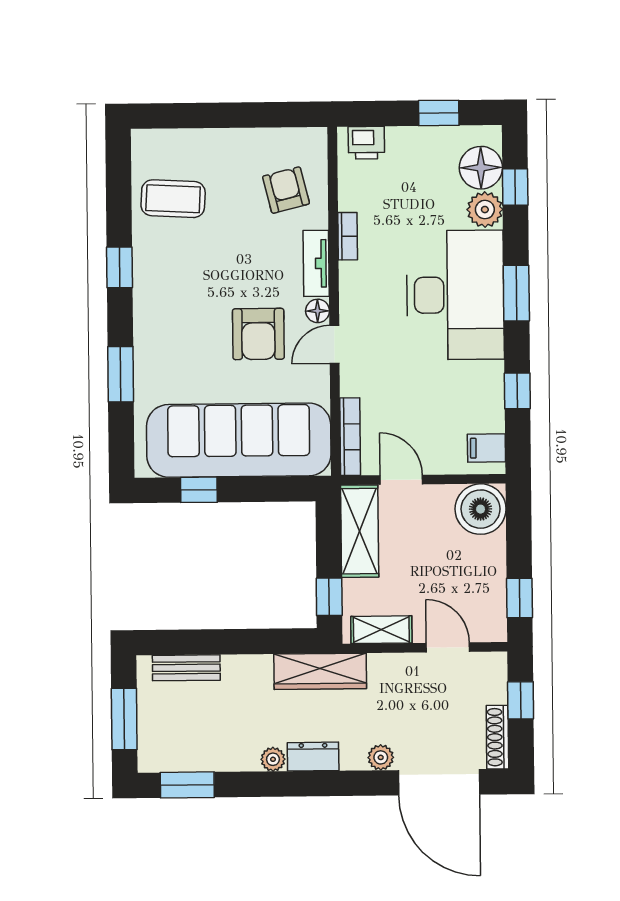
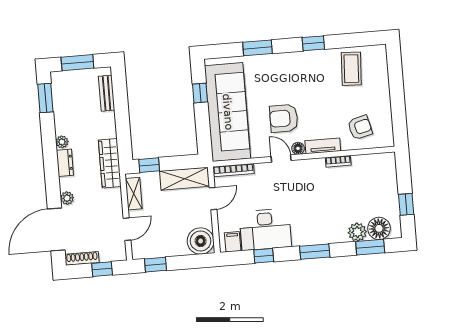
printer: (366, 143) -> (388, 168), removed
window: (515, 187) -> (370, 247), width x1.50
desk: (455, 295) -> (265, 229), moved, width x0.73, depth x0.77

